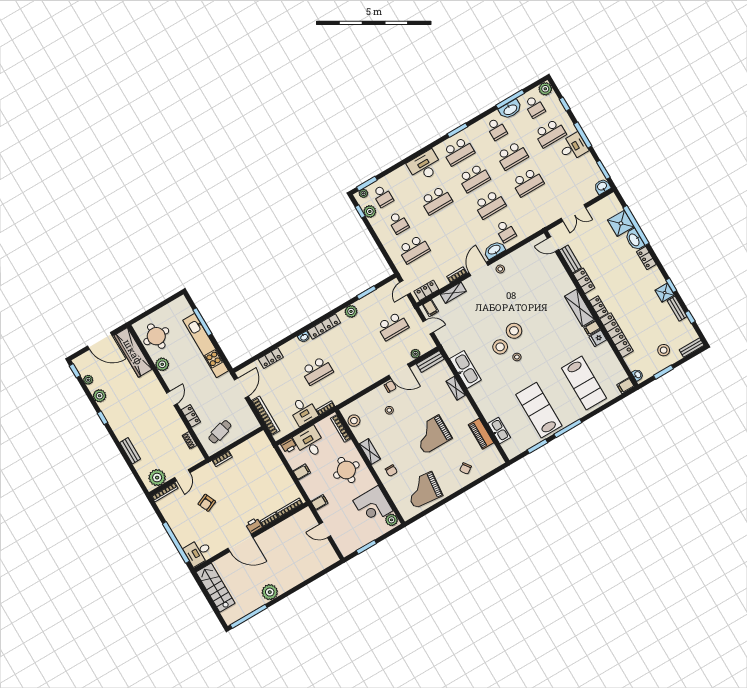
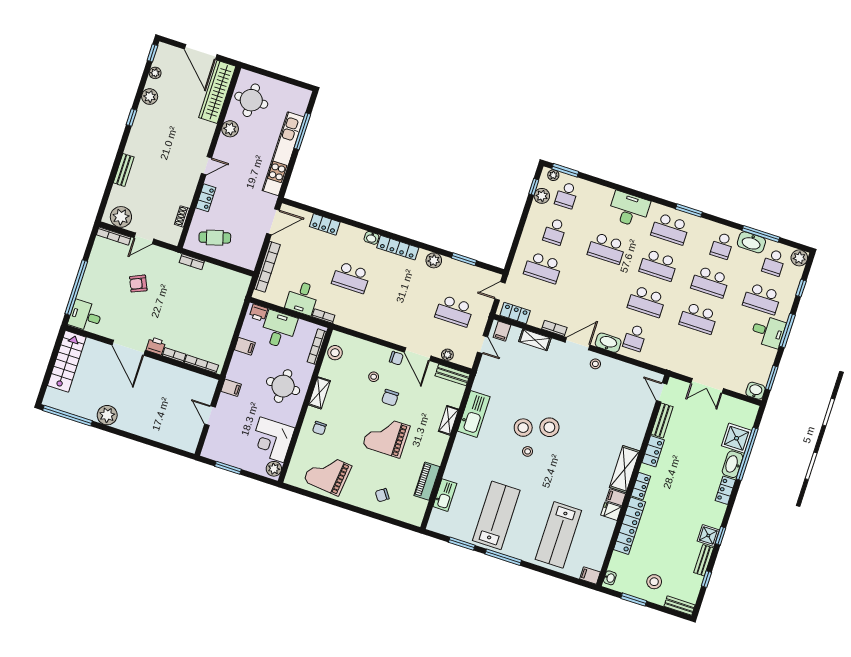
chair: (411, 411) -> (390, 398), added

